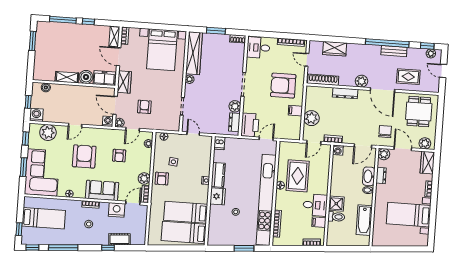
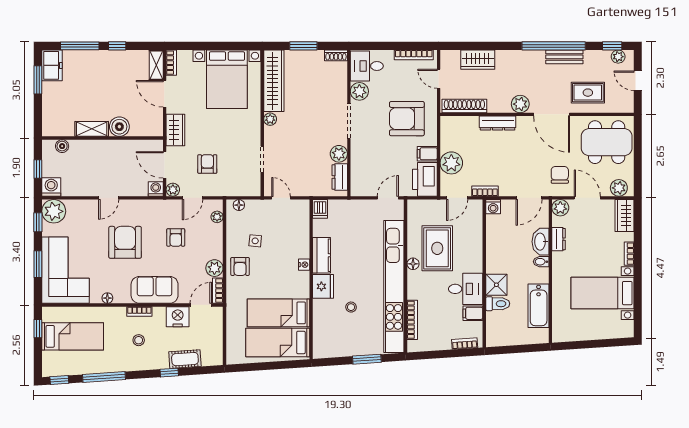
plant: (252, 65) -> (359, 91), added
freezer: (104, 78) -> (52, 65), moved, turned 90
dining table: (419, 111) -> (607, 142), width x1.38
printer: (250, 125) -> (425, 179), moved, turned 180
plant: (48, 132) -> (54, 211), moved
window: (19, 229) -> (38, 329), moved

